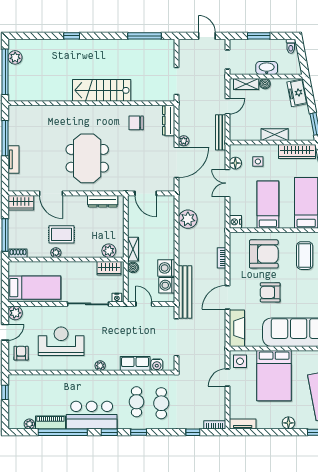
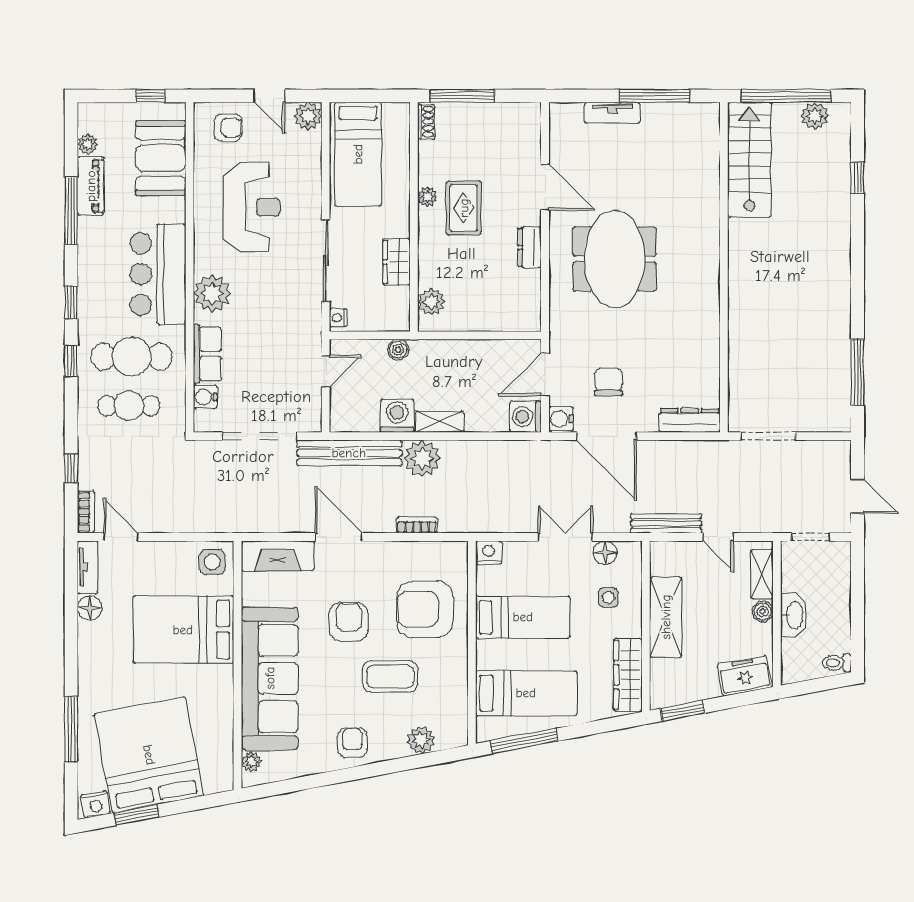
window: (72, 36) -> (858, 178), moved
door: (207, 36) -> (858, 496), hinge flipped
window: (259, 36) -> (858, 599), removed
stairs: (102, 90) -> (749, 160), moved
chair: (136, 123) -> (608, 382), moved
shelving: (275, 135) -> (666, 617), width x1.50, depth x1.33
plant: (184, 141) -> (649, 450), removed
meeting table: (87, 158) -> (615, 259), turned 90
water cooler: (168, 185) -> (561, 419), added
door: (51, 193) -> (545, 187), swing flipped
dresser: (103, 201) -> (530, 247), moved, width x0.70
wardrobe: (21, 203) -> (527, 127), removed
plant: (188, 219) -> (422, 458), moved
shelving: (133, 249) -> (440, 422), moved
armchair: (264, 254) -> (425, 609), turned 90
coffee table: (305, 256) -> (390, 676), moved
wardrobe: (109, 268) -> (397, 262), moved
washing machine: (167, 285) -> (526, 417), moved, turned -90
plant: (100, 366) -> (212, 293), width x1.88, depth x1.88
door: (227, 378) -> (121, 537), moved
booth: (36, 387) -> (161, 158), added
cafe table: (136, 402) -> (132, 357), width x1.37, depth x1.35
bar counter: (92, 415) -> (158, 274), moved, turned 180
floor lamp: (288, 423) -> (90, 608), moved
window: (63, 432) -> (71, 211), width x0.68

